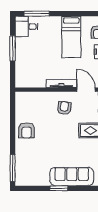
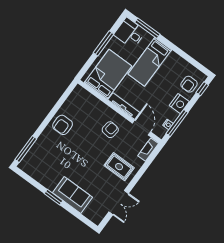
bed: (71, 37) -> (150, 62), moved
bed: (33, 69) -> (108, 74), added
sofa: (72, 176) -> (73, 195), width x0.73

